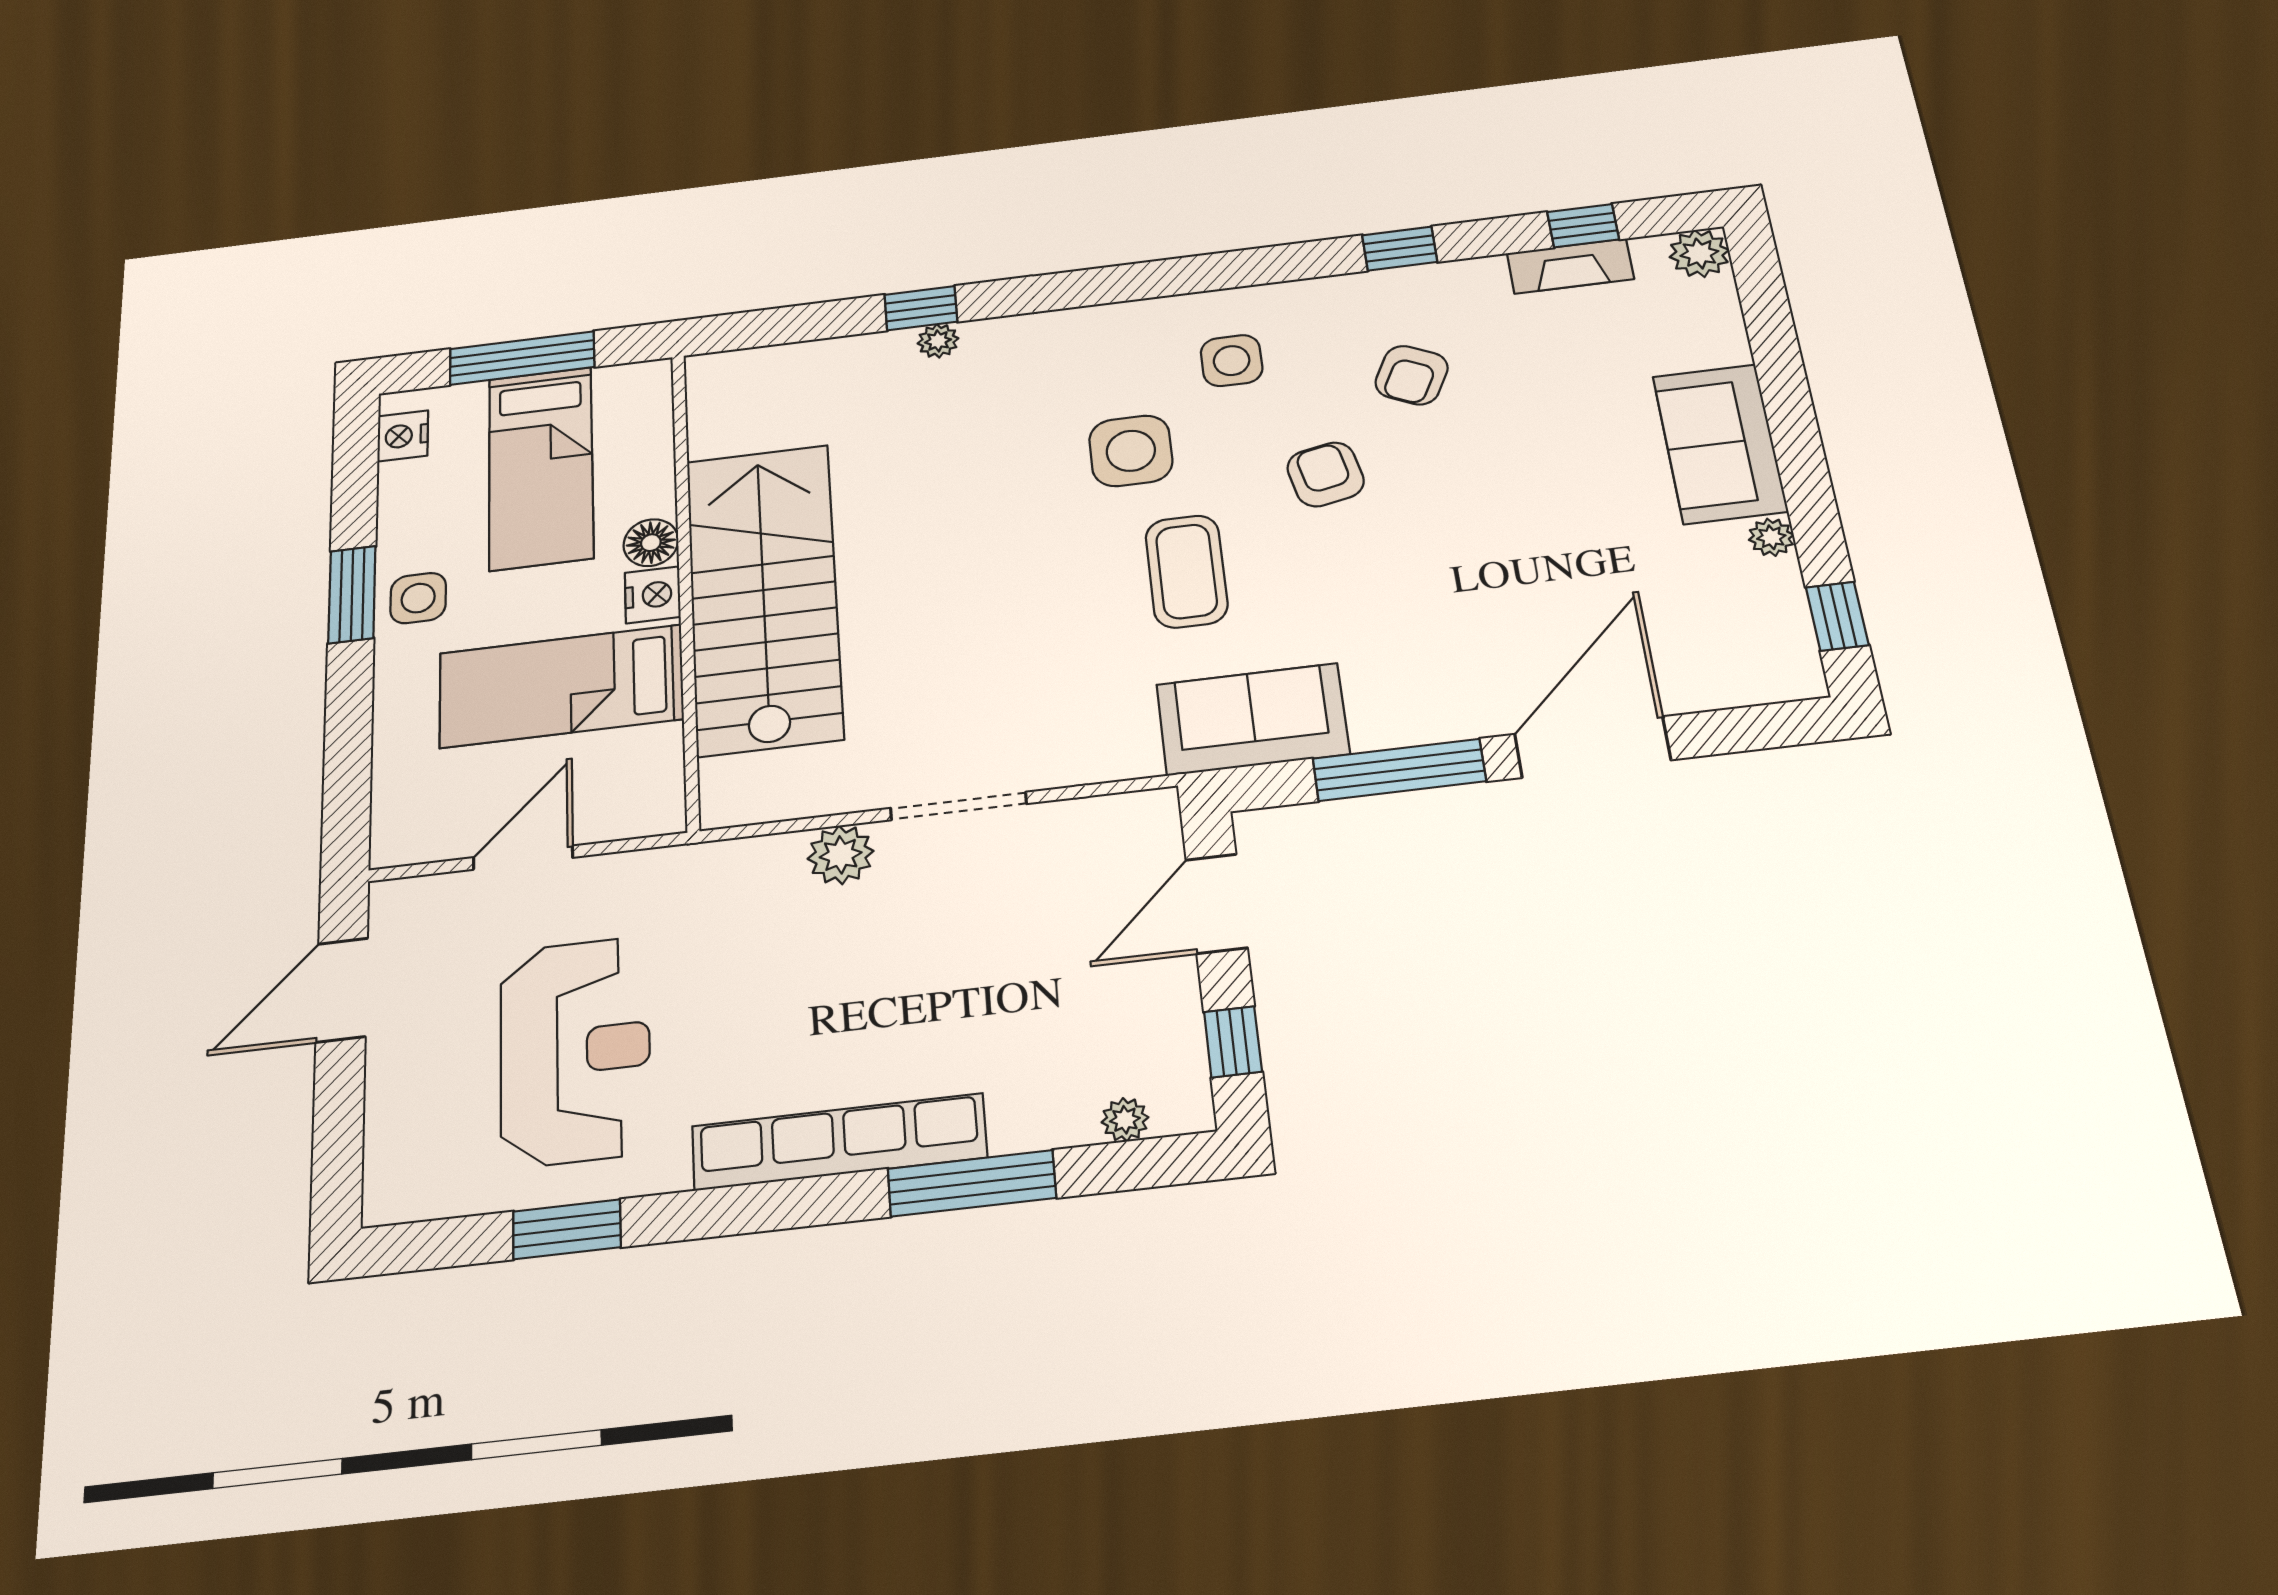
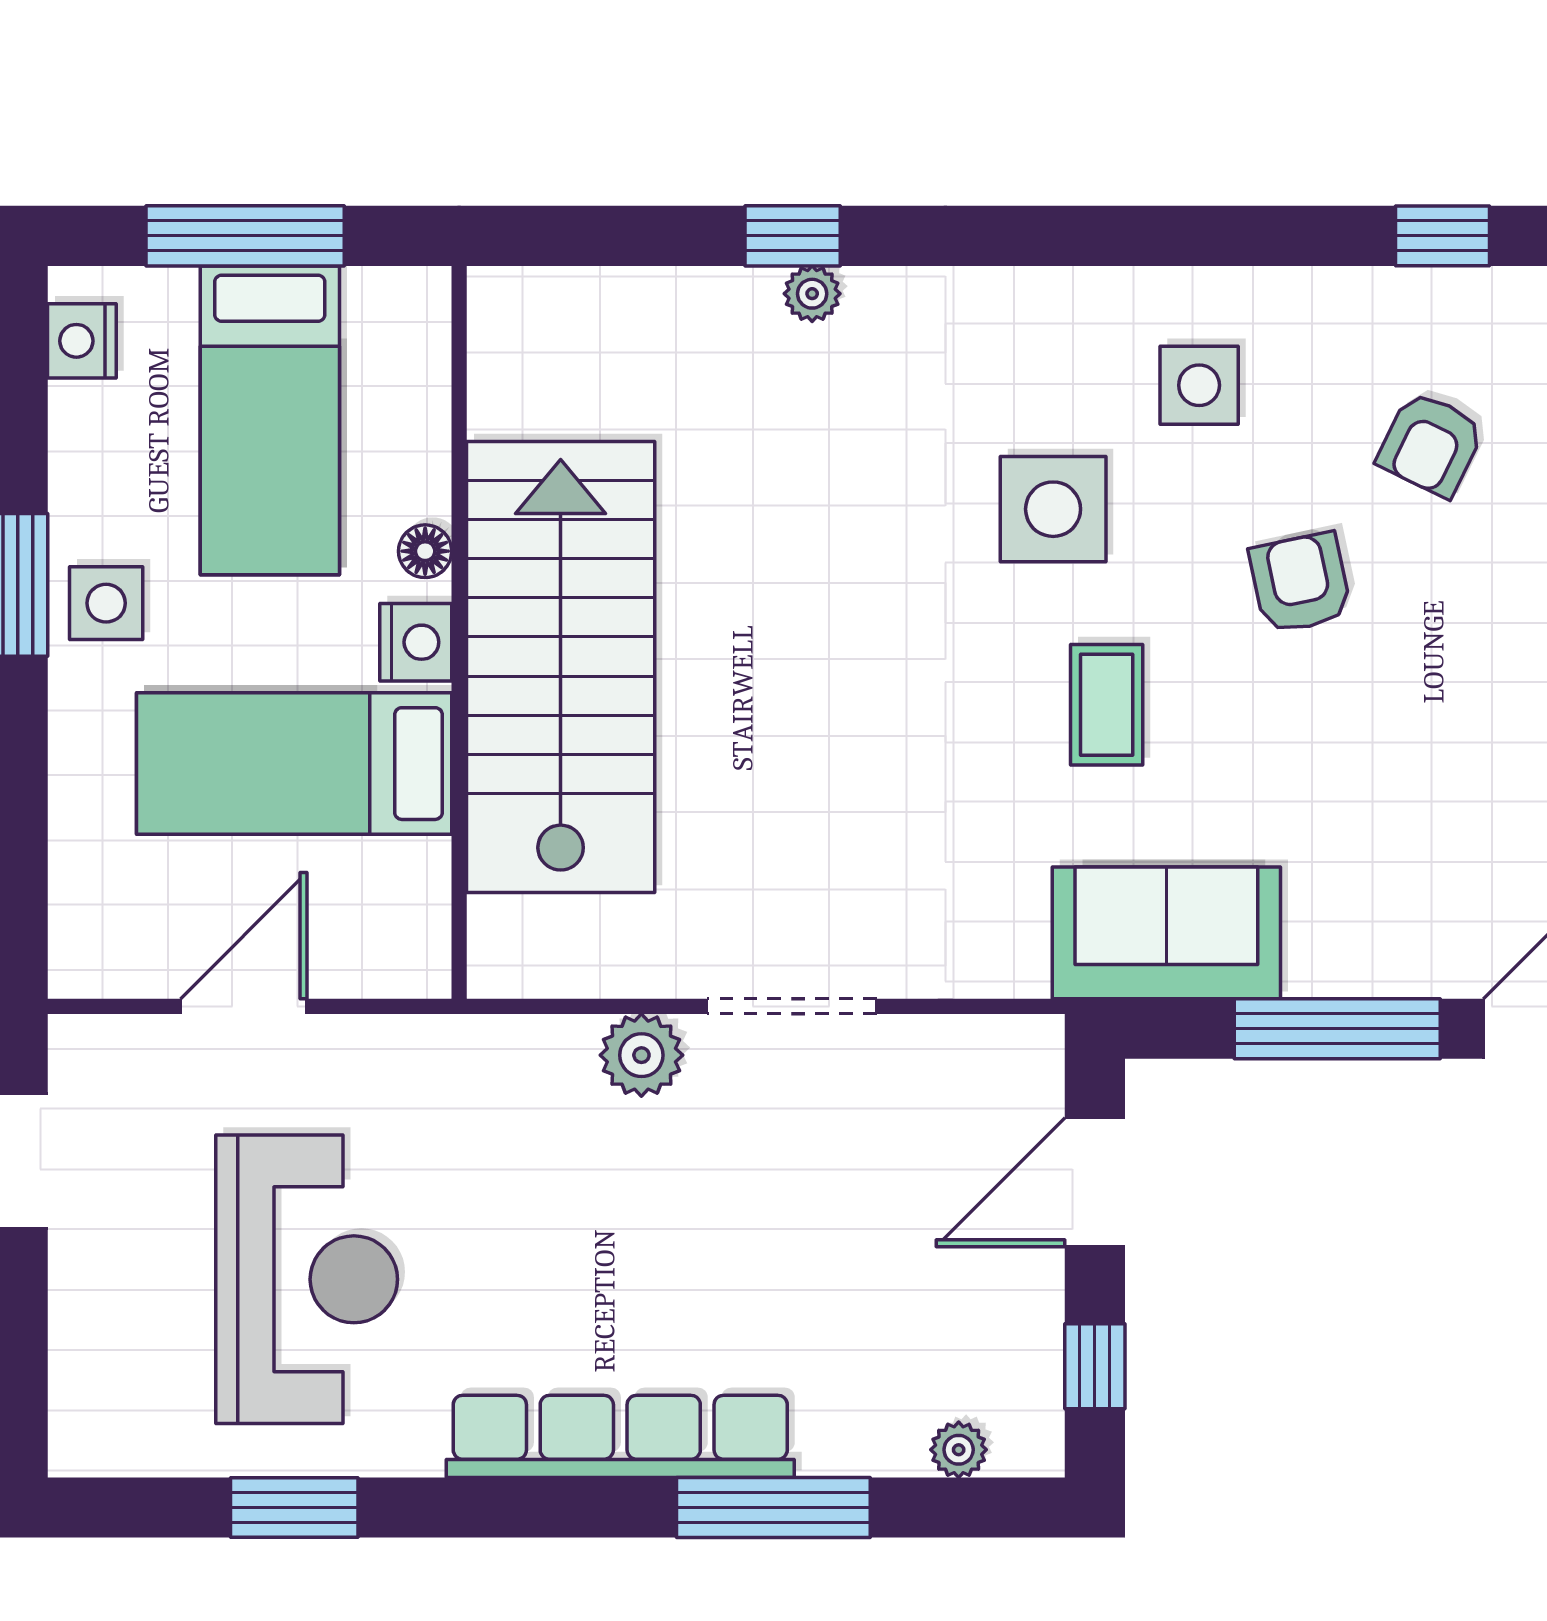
floor lamp: (651, 543) -> (425, 551), width x0.73, depth x0.73
coffee table: (1187, 571) -> (1107, 705), width x0.73, depth x0.77

